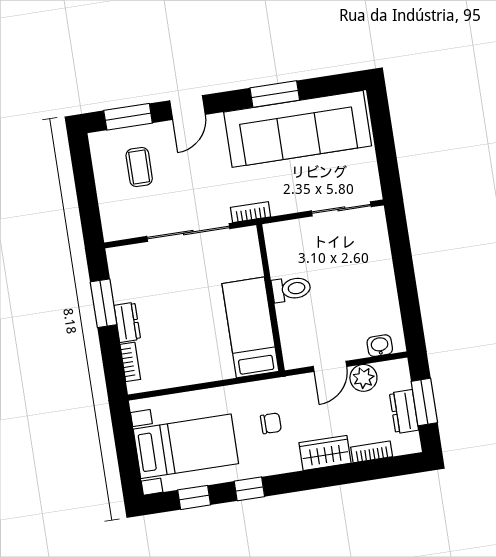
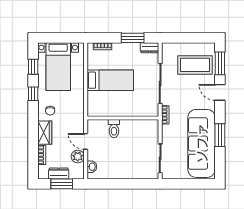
coffee table: (139, 167) -> (195, 65), width x1.86, depth x1.72
toilet: (291, 289) -> (114, 129), moved
dresser: (127, 322) -> (150, 48), moved
bed: (250, 327) -> (110, 80), moved
chair: (271, 423) -> (50, 111), moved

